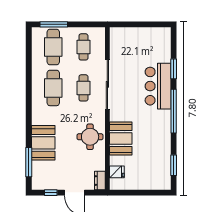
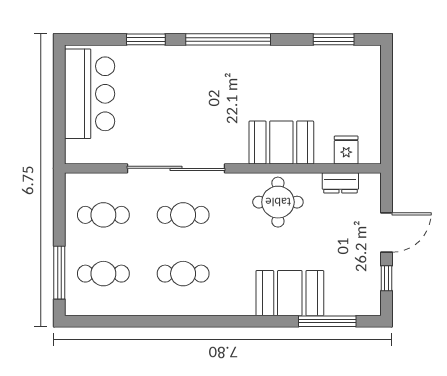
cafe table: (53, 47) -> (103, 274), width x0.73, depth x0.74
bar counter: (158, 86) -> (90, 94), moved, turned -90
cafe table: (53, 88) -> (183, 274), width x0.73, depth x0.74
dresser: (100, 181) -> (340, 183), moved

